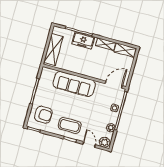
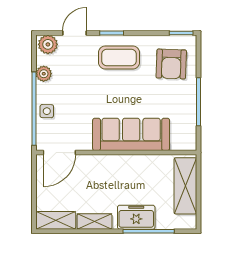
armchair: (43, 115) -> (171, 64), turned -88
door: (89, 145) -> (74, 33), swing flipped

